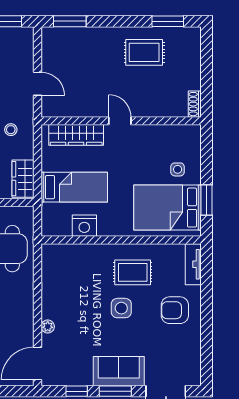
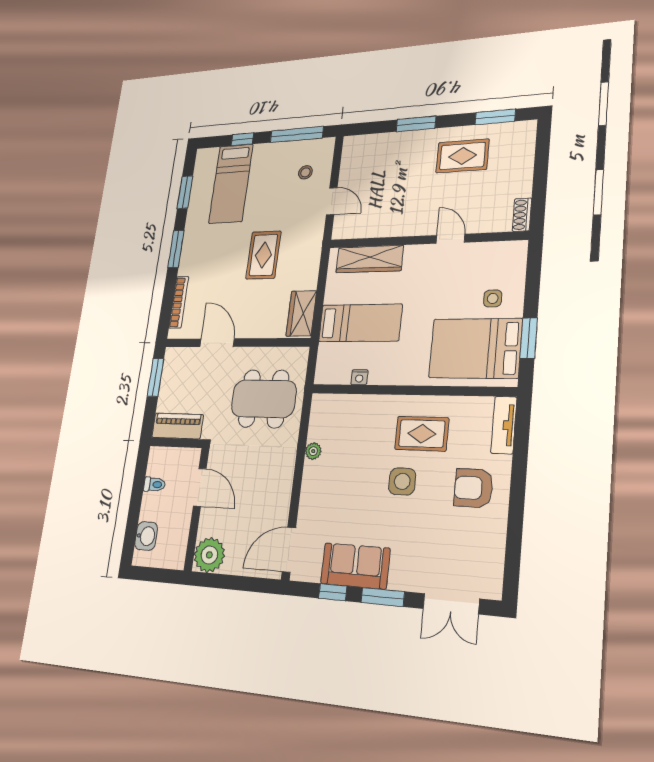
window: (70, 21) -> (416, 124), moved
door: (120, 121) -> (450, 239), moved
stool: (11, 130) -> (305, 172), moved
nightstand: (84, 226) -> (359, 377), width x0.53, depth x0.56
plant: (48, 327) -> (313, 451), moved
sofa: (119, 371) -> (355, 566), moved

